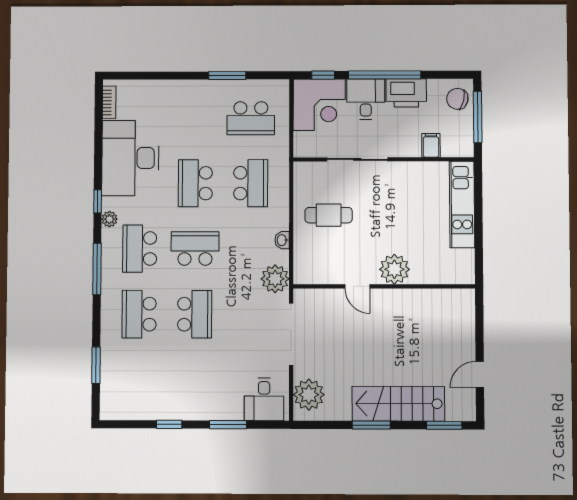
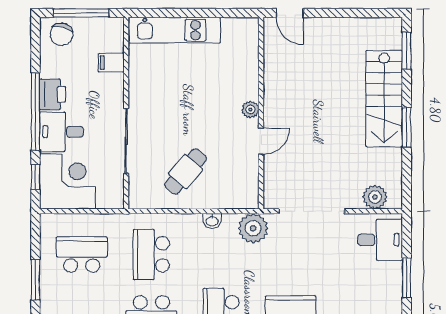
printer: (406, 93) -> (53, 94), width x0.73, depth x0.84
school desk: (251, 118) -> (82, 254), turned -90
school desk: (251, 183) -> (151, 254), turned -90
cafe table: (329, 215) -> (186, 172), turned 40
plant: (394, 269) -> (250, 110), width x0.53, depth x0.53
door: (480, 375) -> (290, 13), moved
plant: (309, 395) -> (375, 197), width x0.73, depth x0.73

